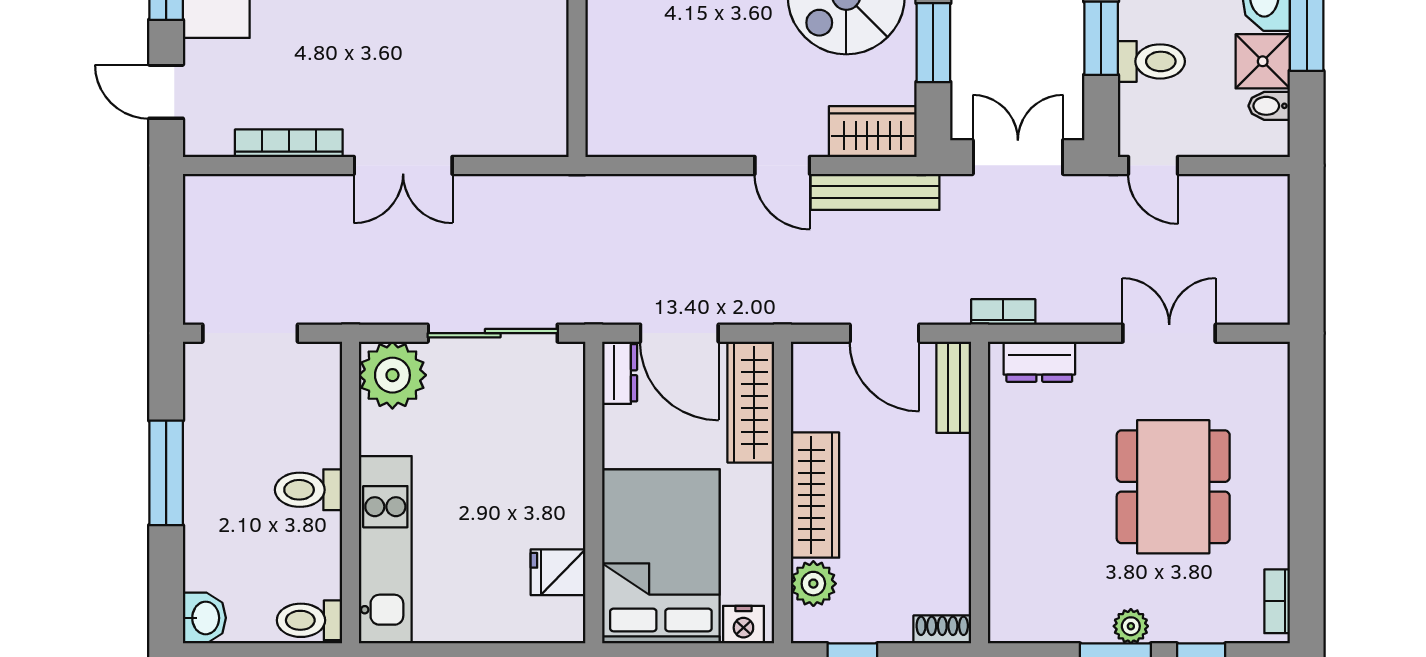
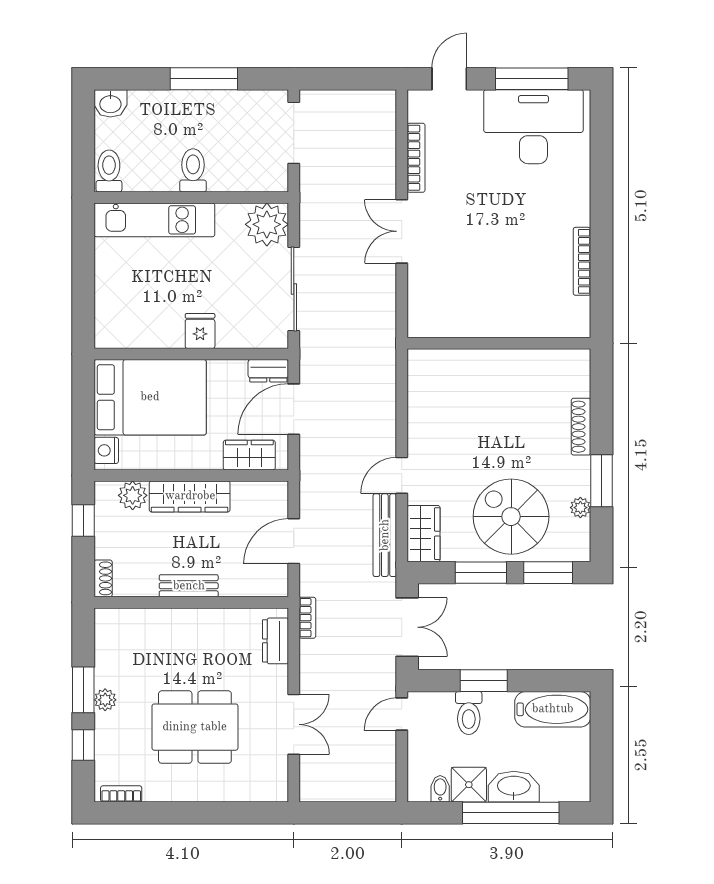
bench: (954, 387) -> (189, 586), moved
wardrobe: (751, 402) -> (249, 455), width x0.67
fridge: (558, 572) -> (200, 331), moved

